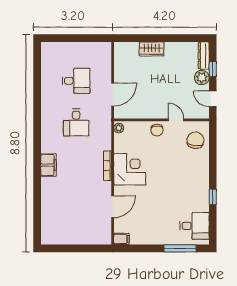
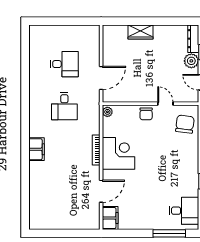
filing cabinet: (121, 239) -> (110, 218), width x2.00

